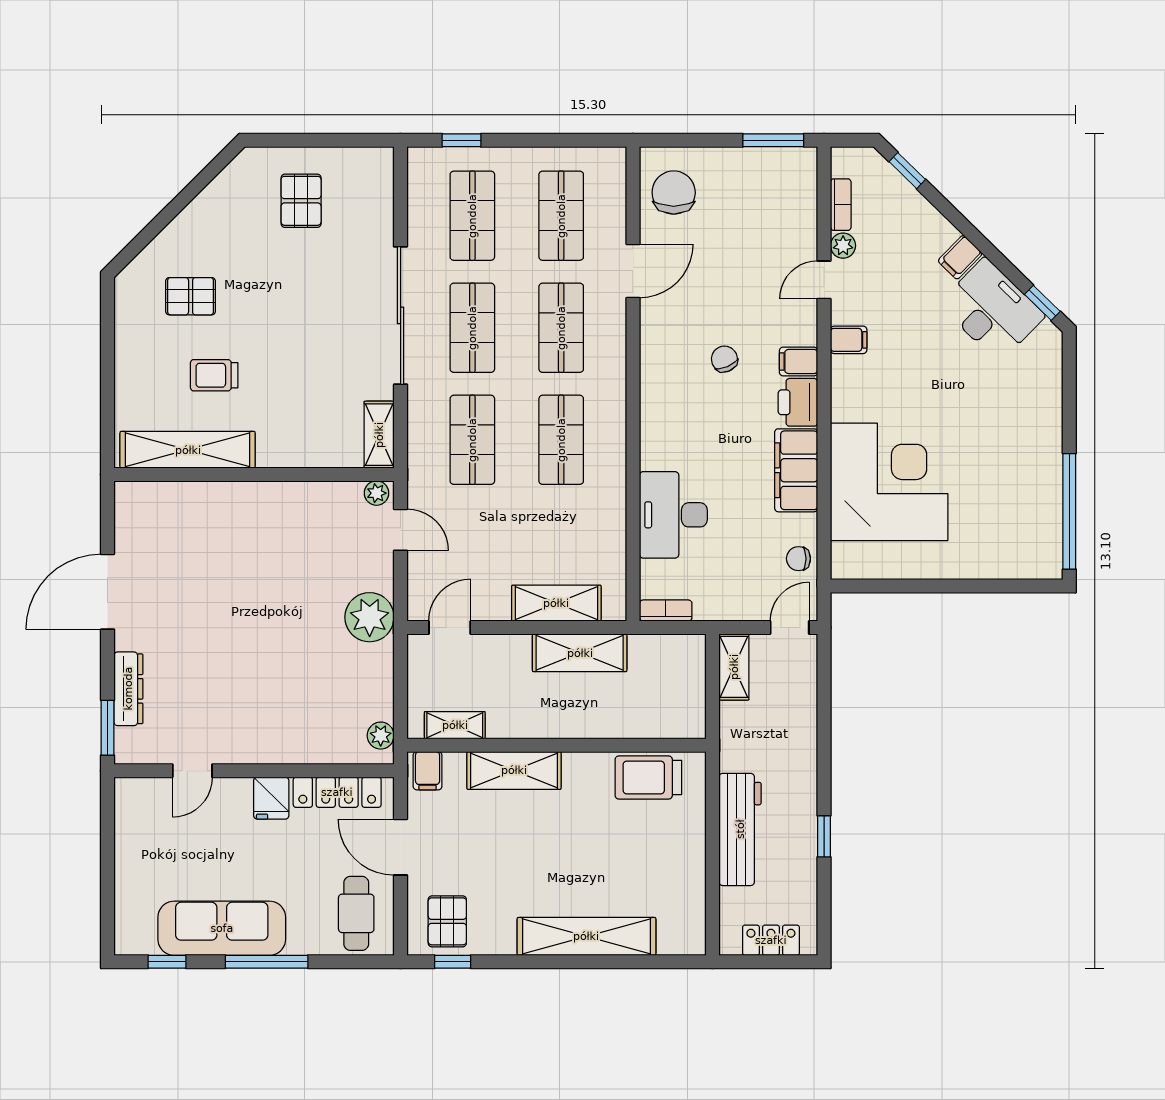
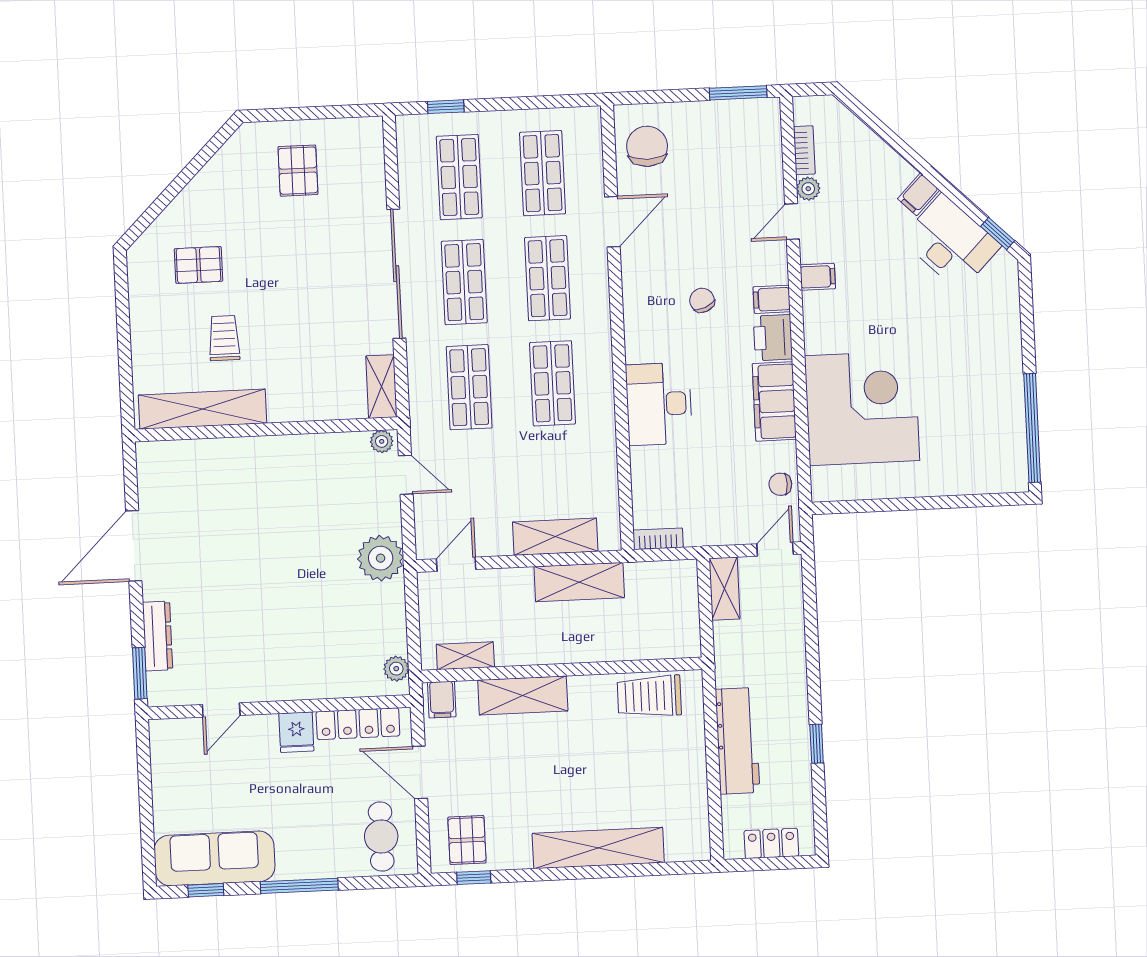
window: (907, 171) -> (865, 115), removed
trolley: (214, 375) -> (224, 338), turned 90
desk: (673, 515) -> (659, 404), moved
sofa: (222, 928) -> (214, 858), moved

